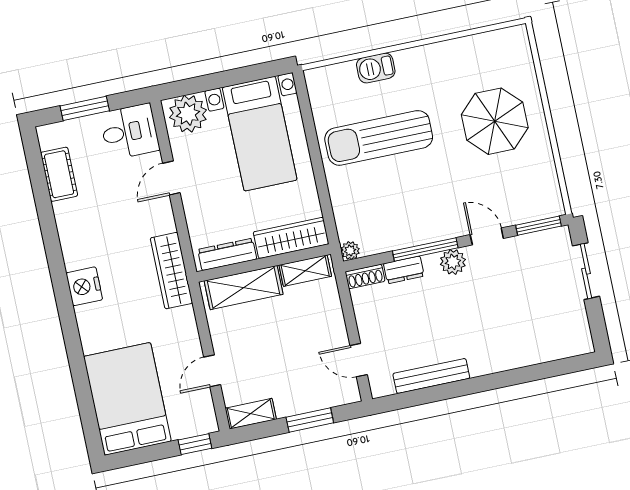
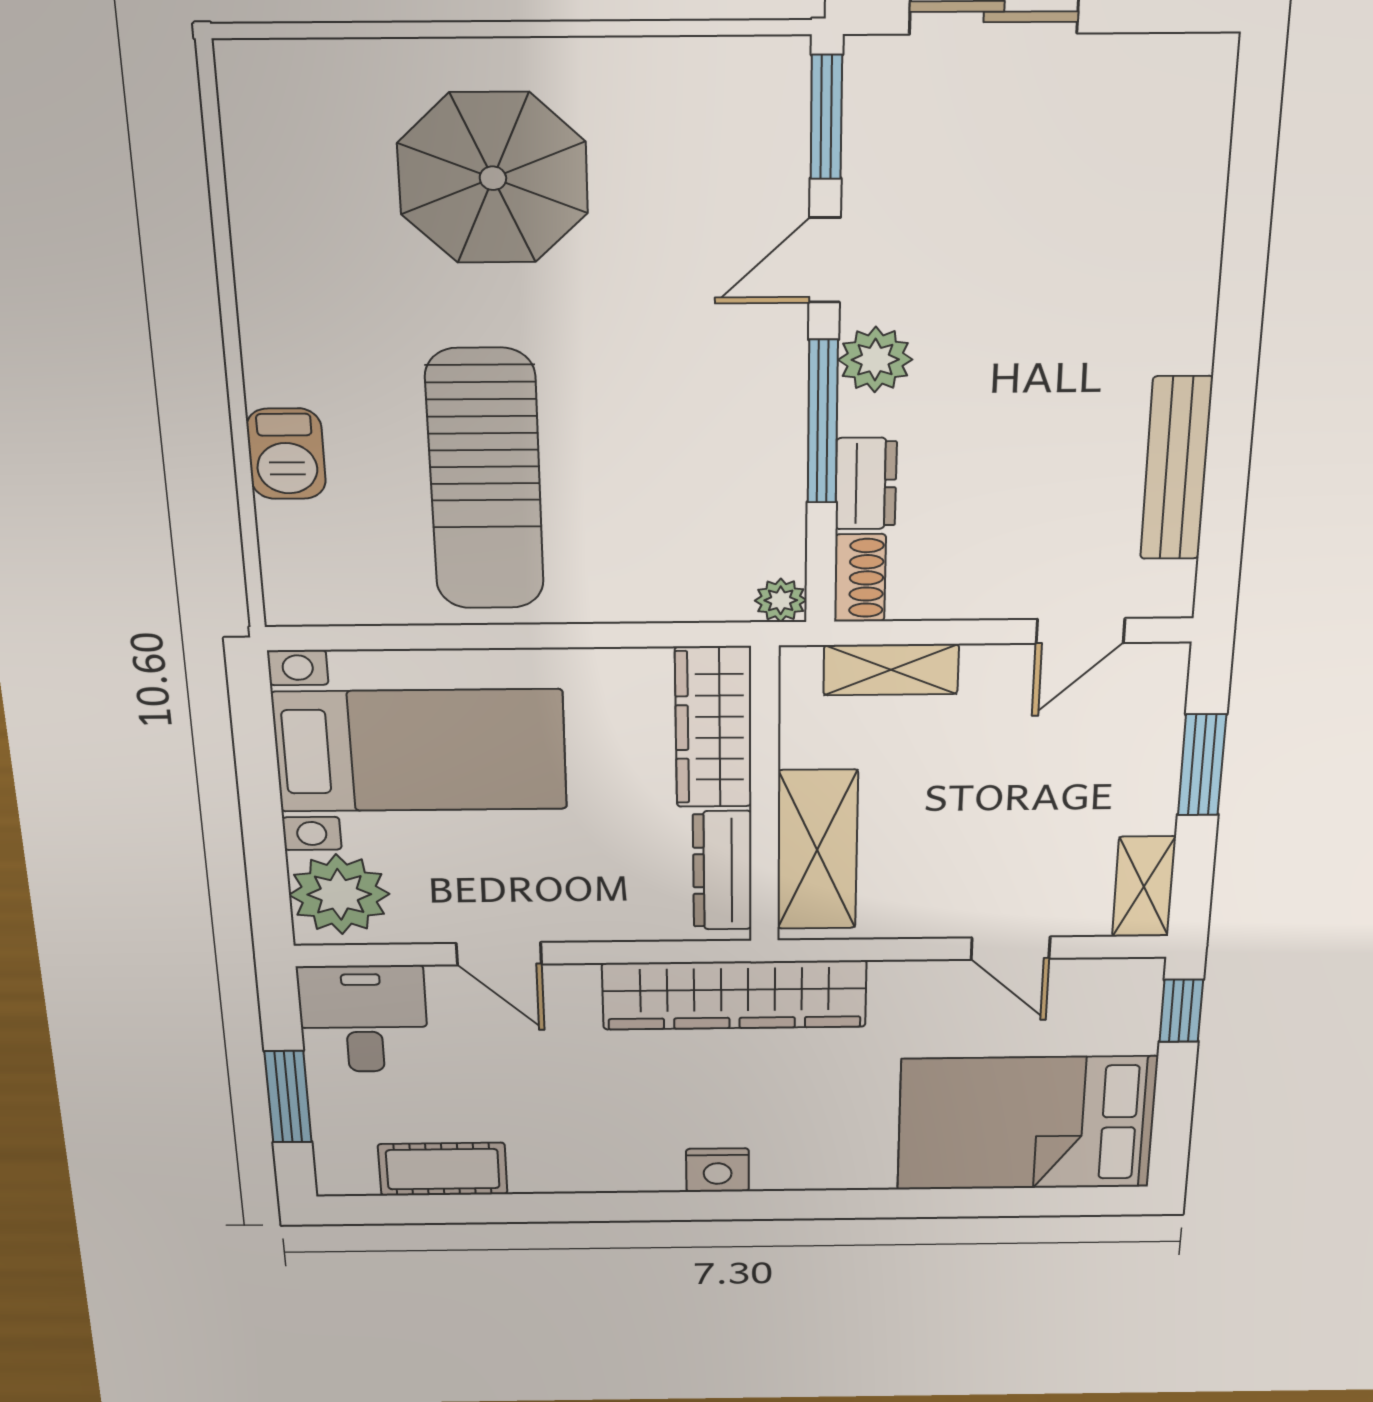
wardrobe: (171, 271) -> (734, 995), width x1.40, depth x1.17
shelving: (305, 271) -> (891, 670), moved, turned 90
nightstand: (84, 286) -> (718, 1170), width x0.74, depth x0.75

